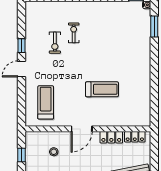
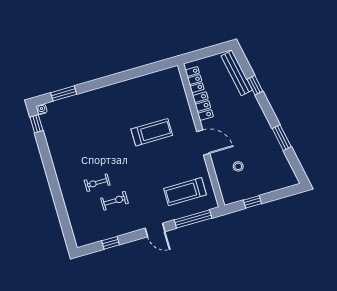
window: (21, 46) -> (111, 243), moved
treadmill: (102, 89) -> (152, 132), turned 90
window: (21, 103) -> (193, 219), added

